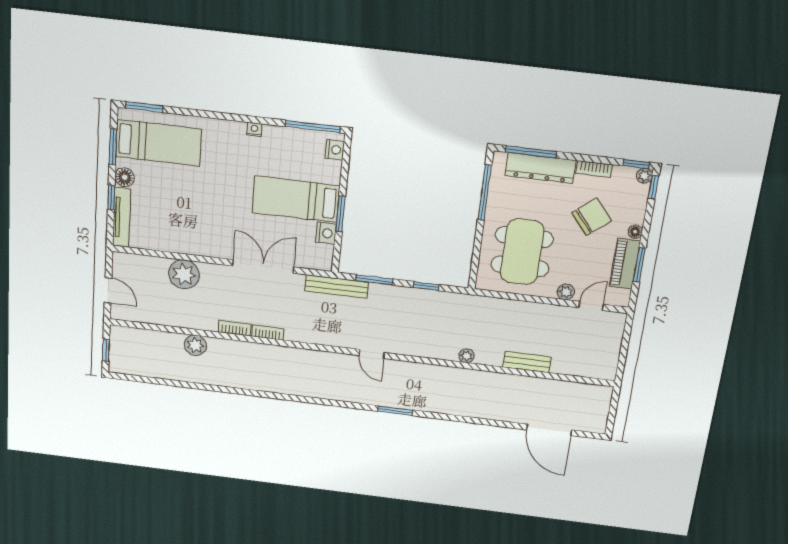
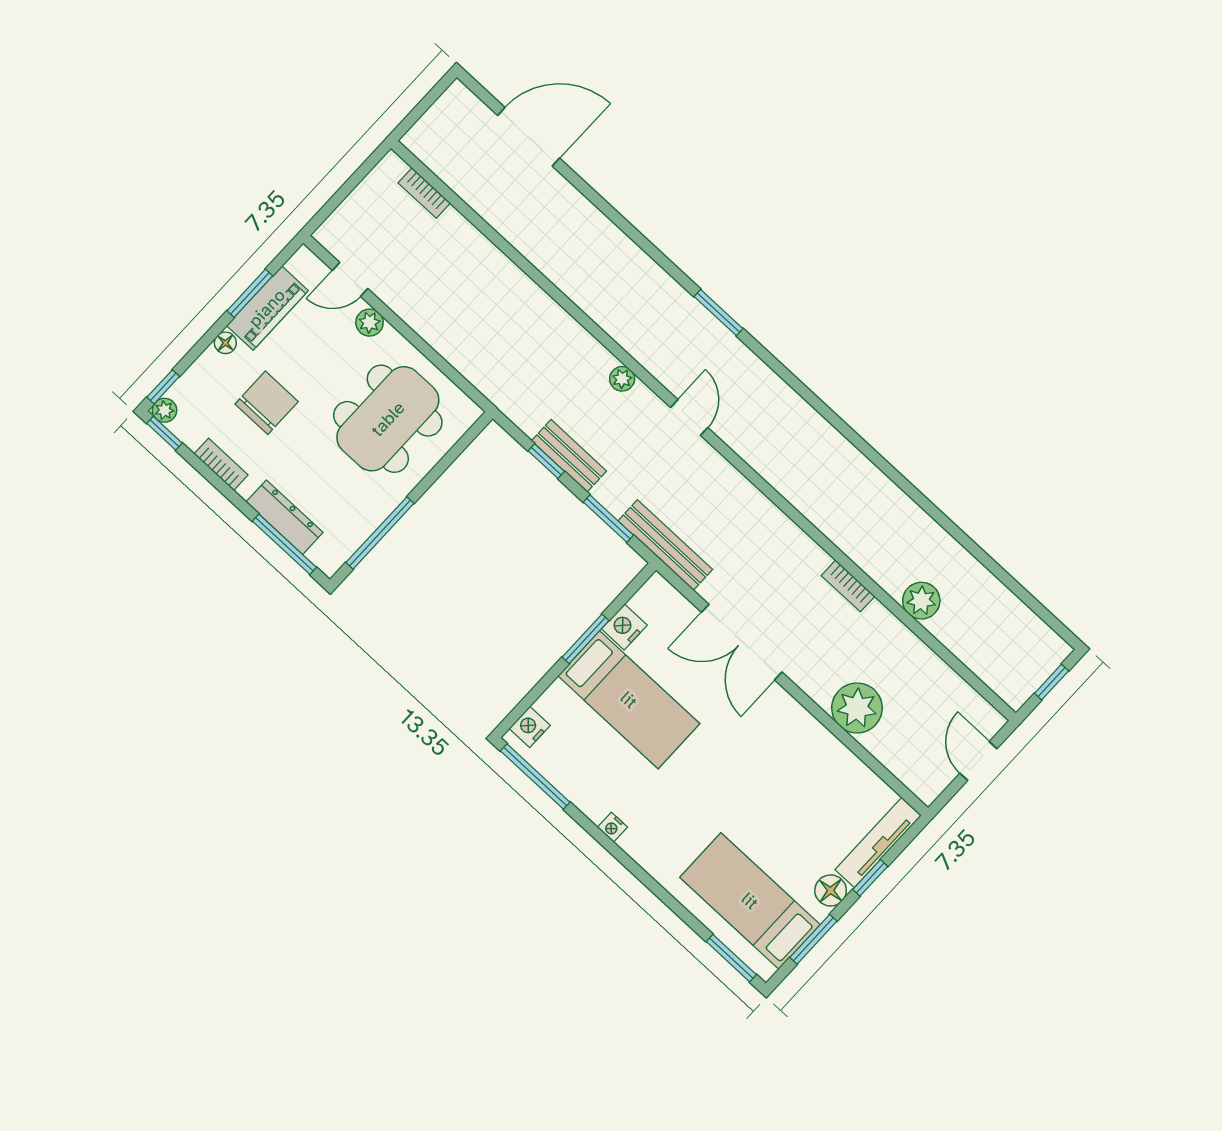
dresser: (540, 168) -> (284, 517), width x0.73, depth x0.80
chair: (592, 217) -> (267, 403), turned 129
bookcase: (268, 332) -> (424, 193), moved
plant: (467, 356) -> (622, 379), moved
bench: (527, 362) -> (569, 456), moved
door: (549, 430) -> (529, 137), hinge flipped

